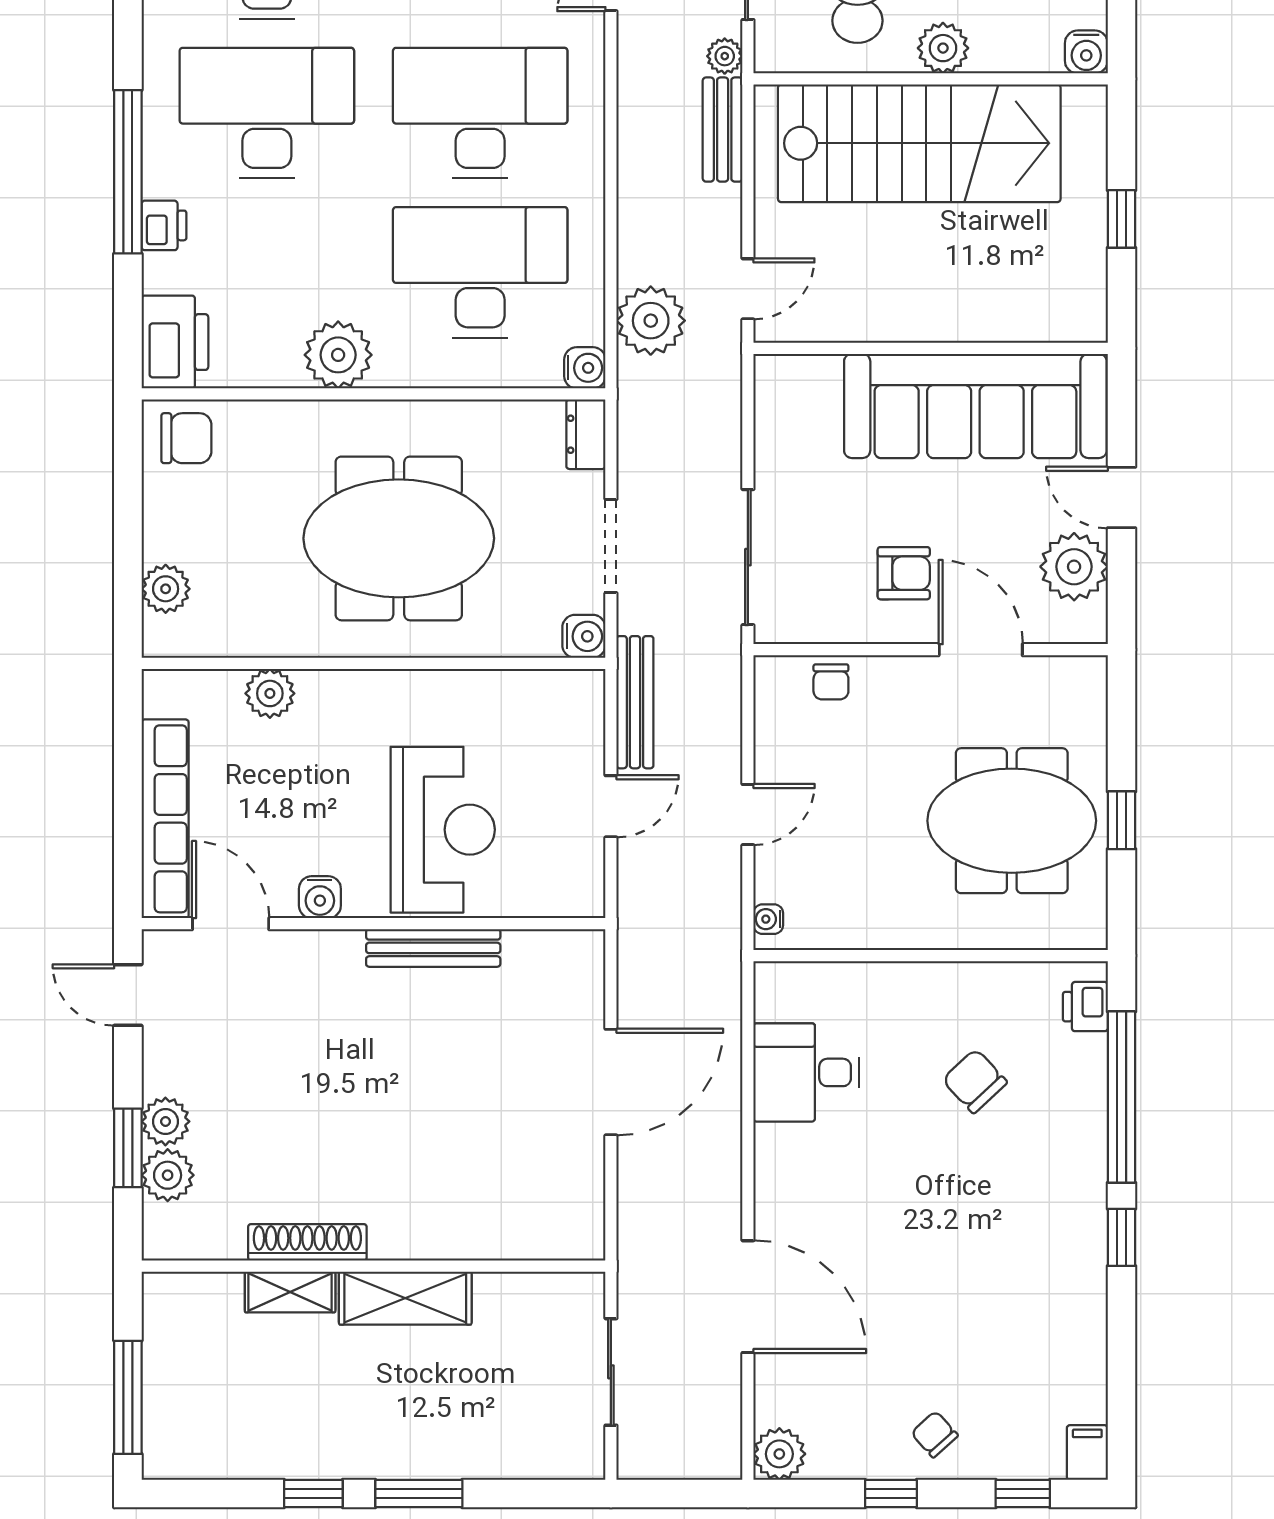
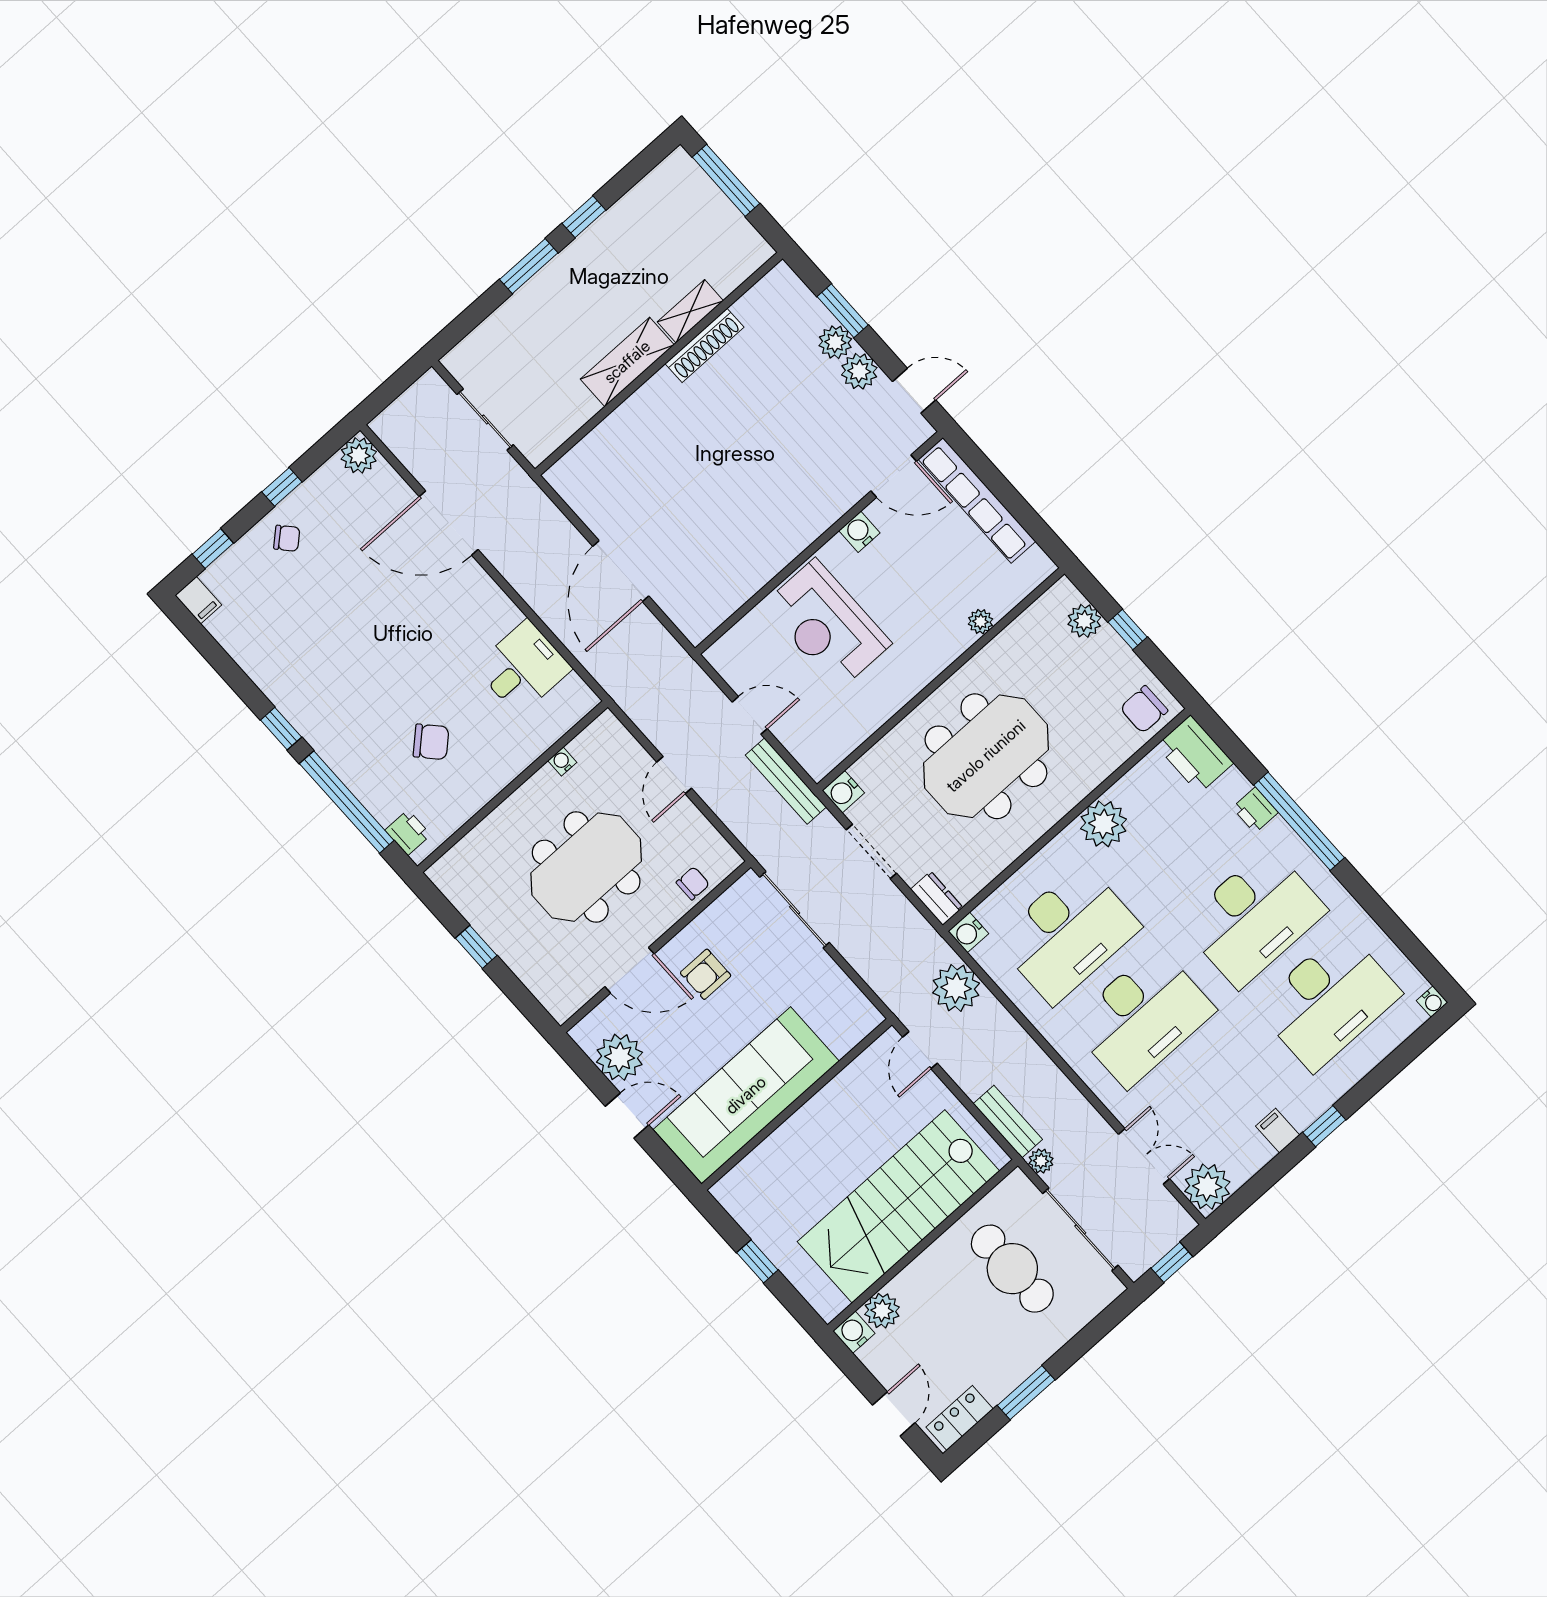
plant: (943, 48) -> (882, 1311), moved
window: (128, 538) -> (1128, 630), added
chair: (831, 682) -> (693, 883), turned 90
plant: (270, 693) -> (980, 622), width x0.73, depth x0.73
door: (611, 806) -> (750, 715), swing flipped
meeting table: (1012, 821) -> (586, 867), moved
water cooler: (768, 919) -> (562, 761), moved, turned -90
bench: (433, 948) -> (776, 558), removed
plant: (168, 1175) -> (859, 371), moved

